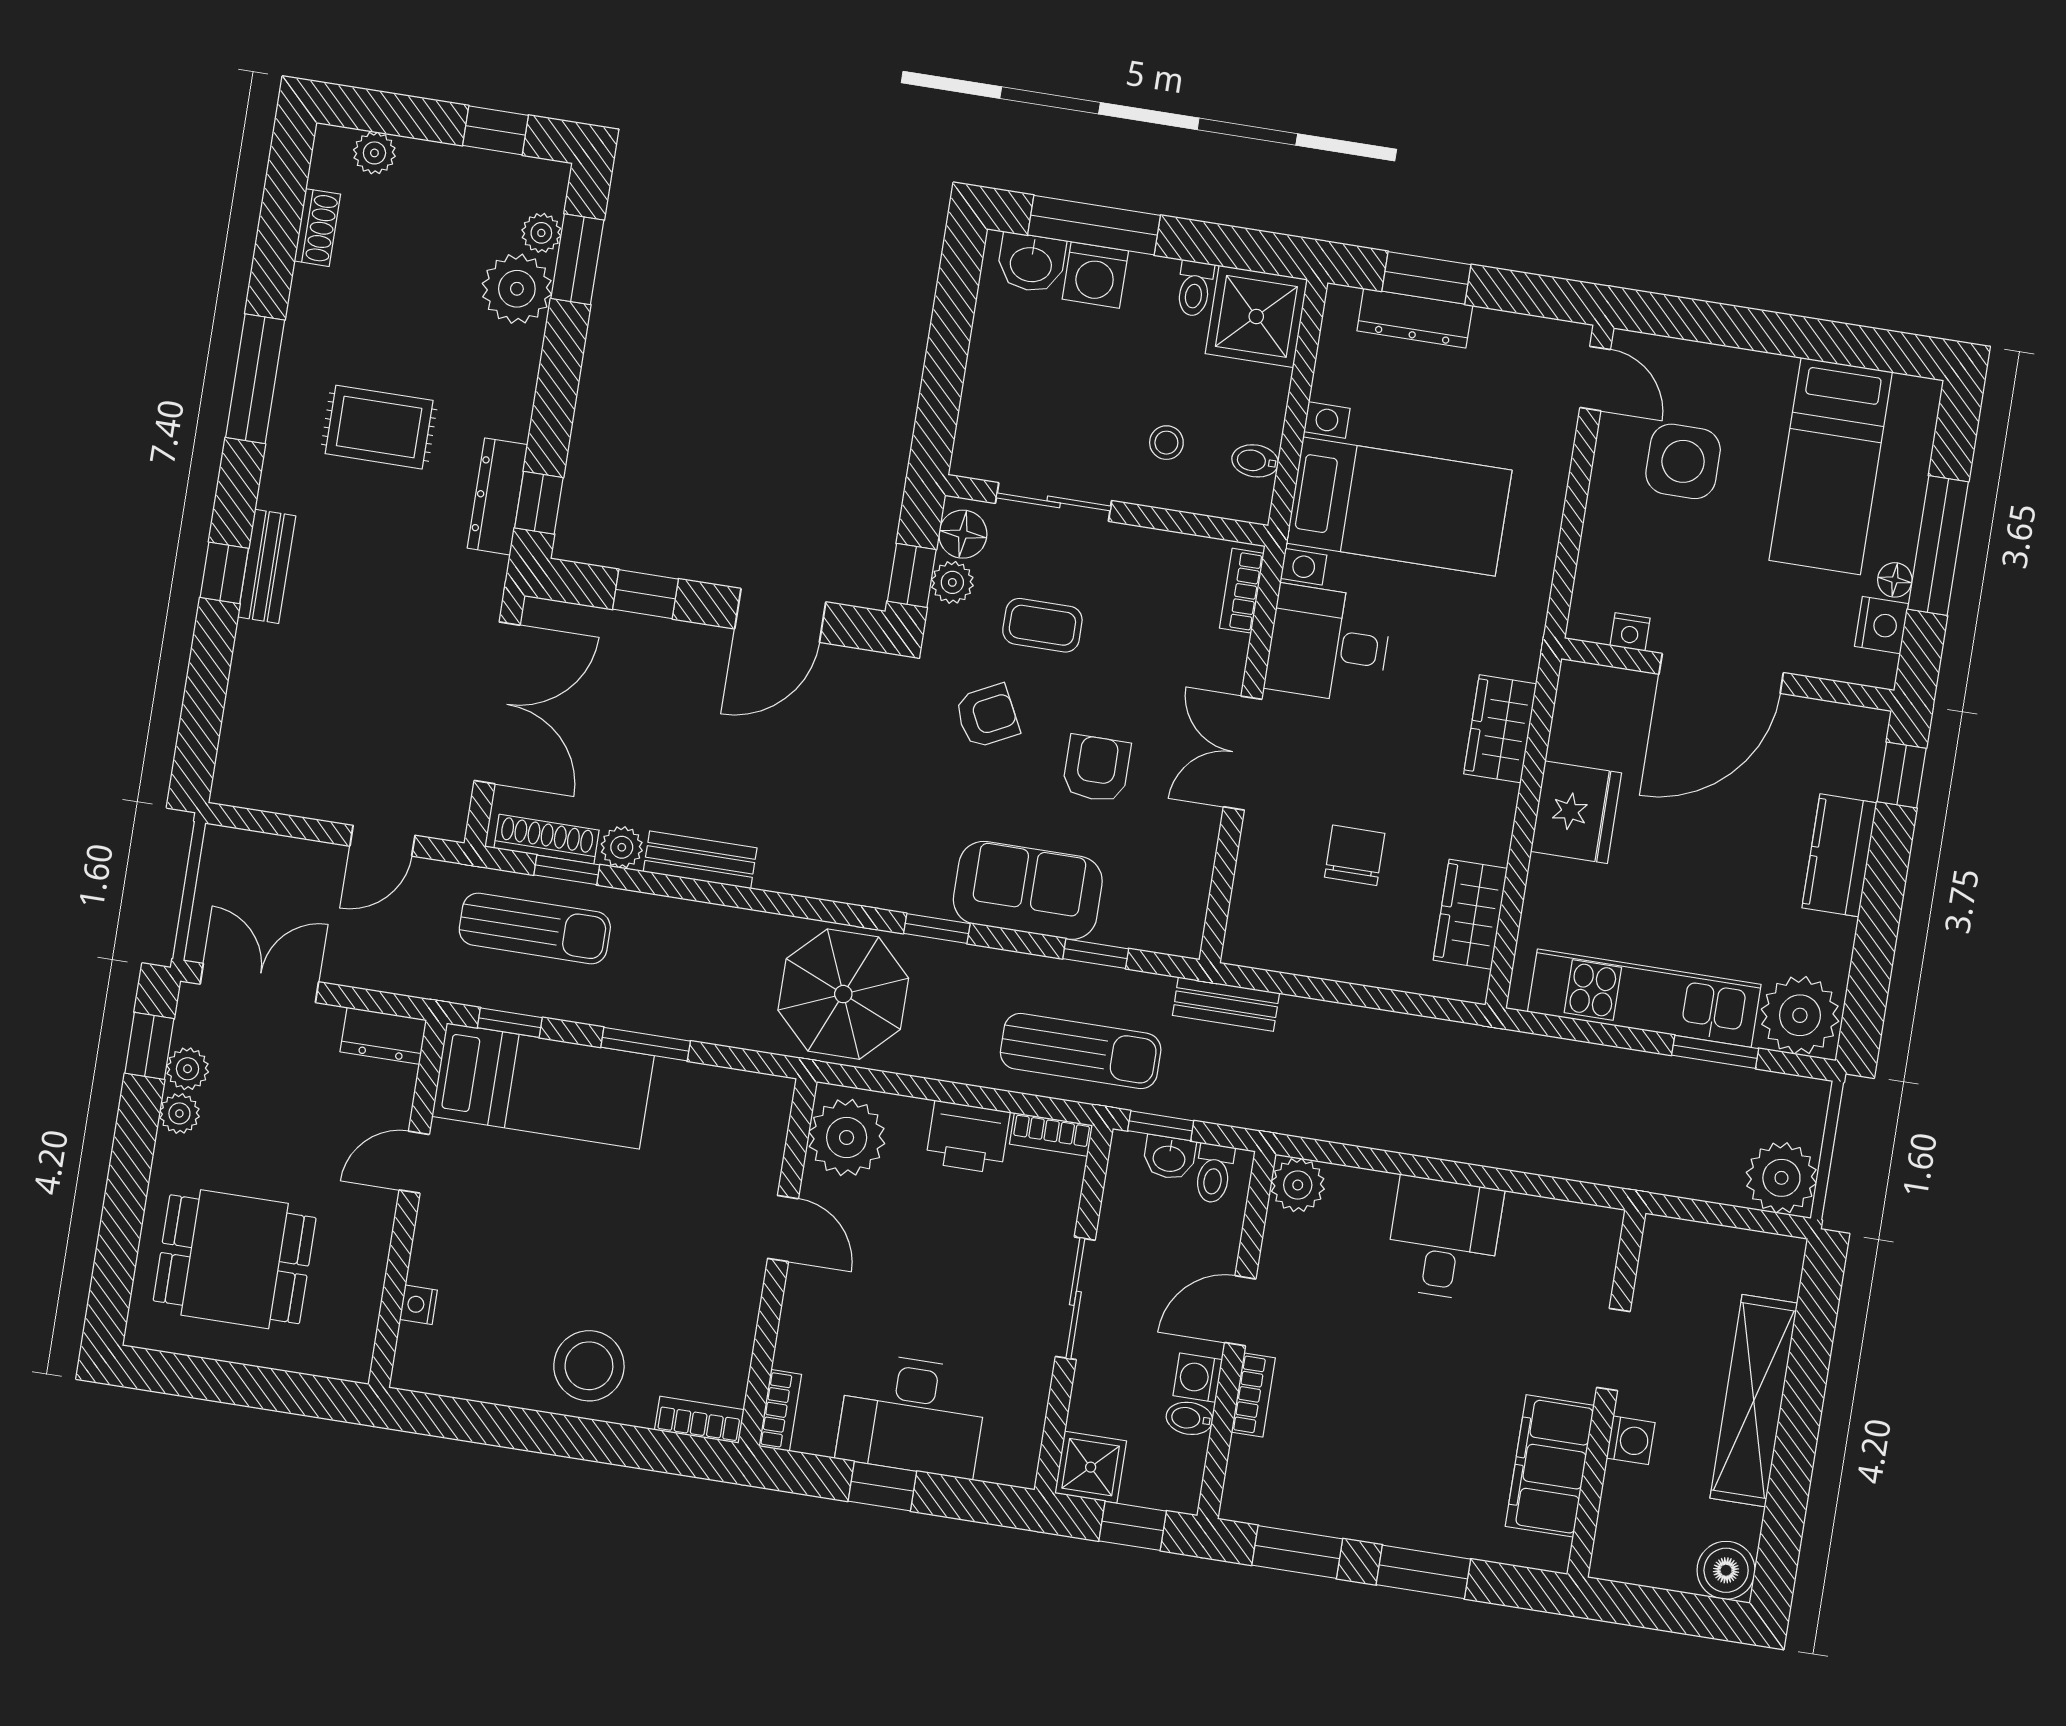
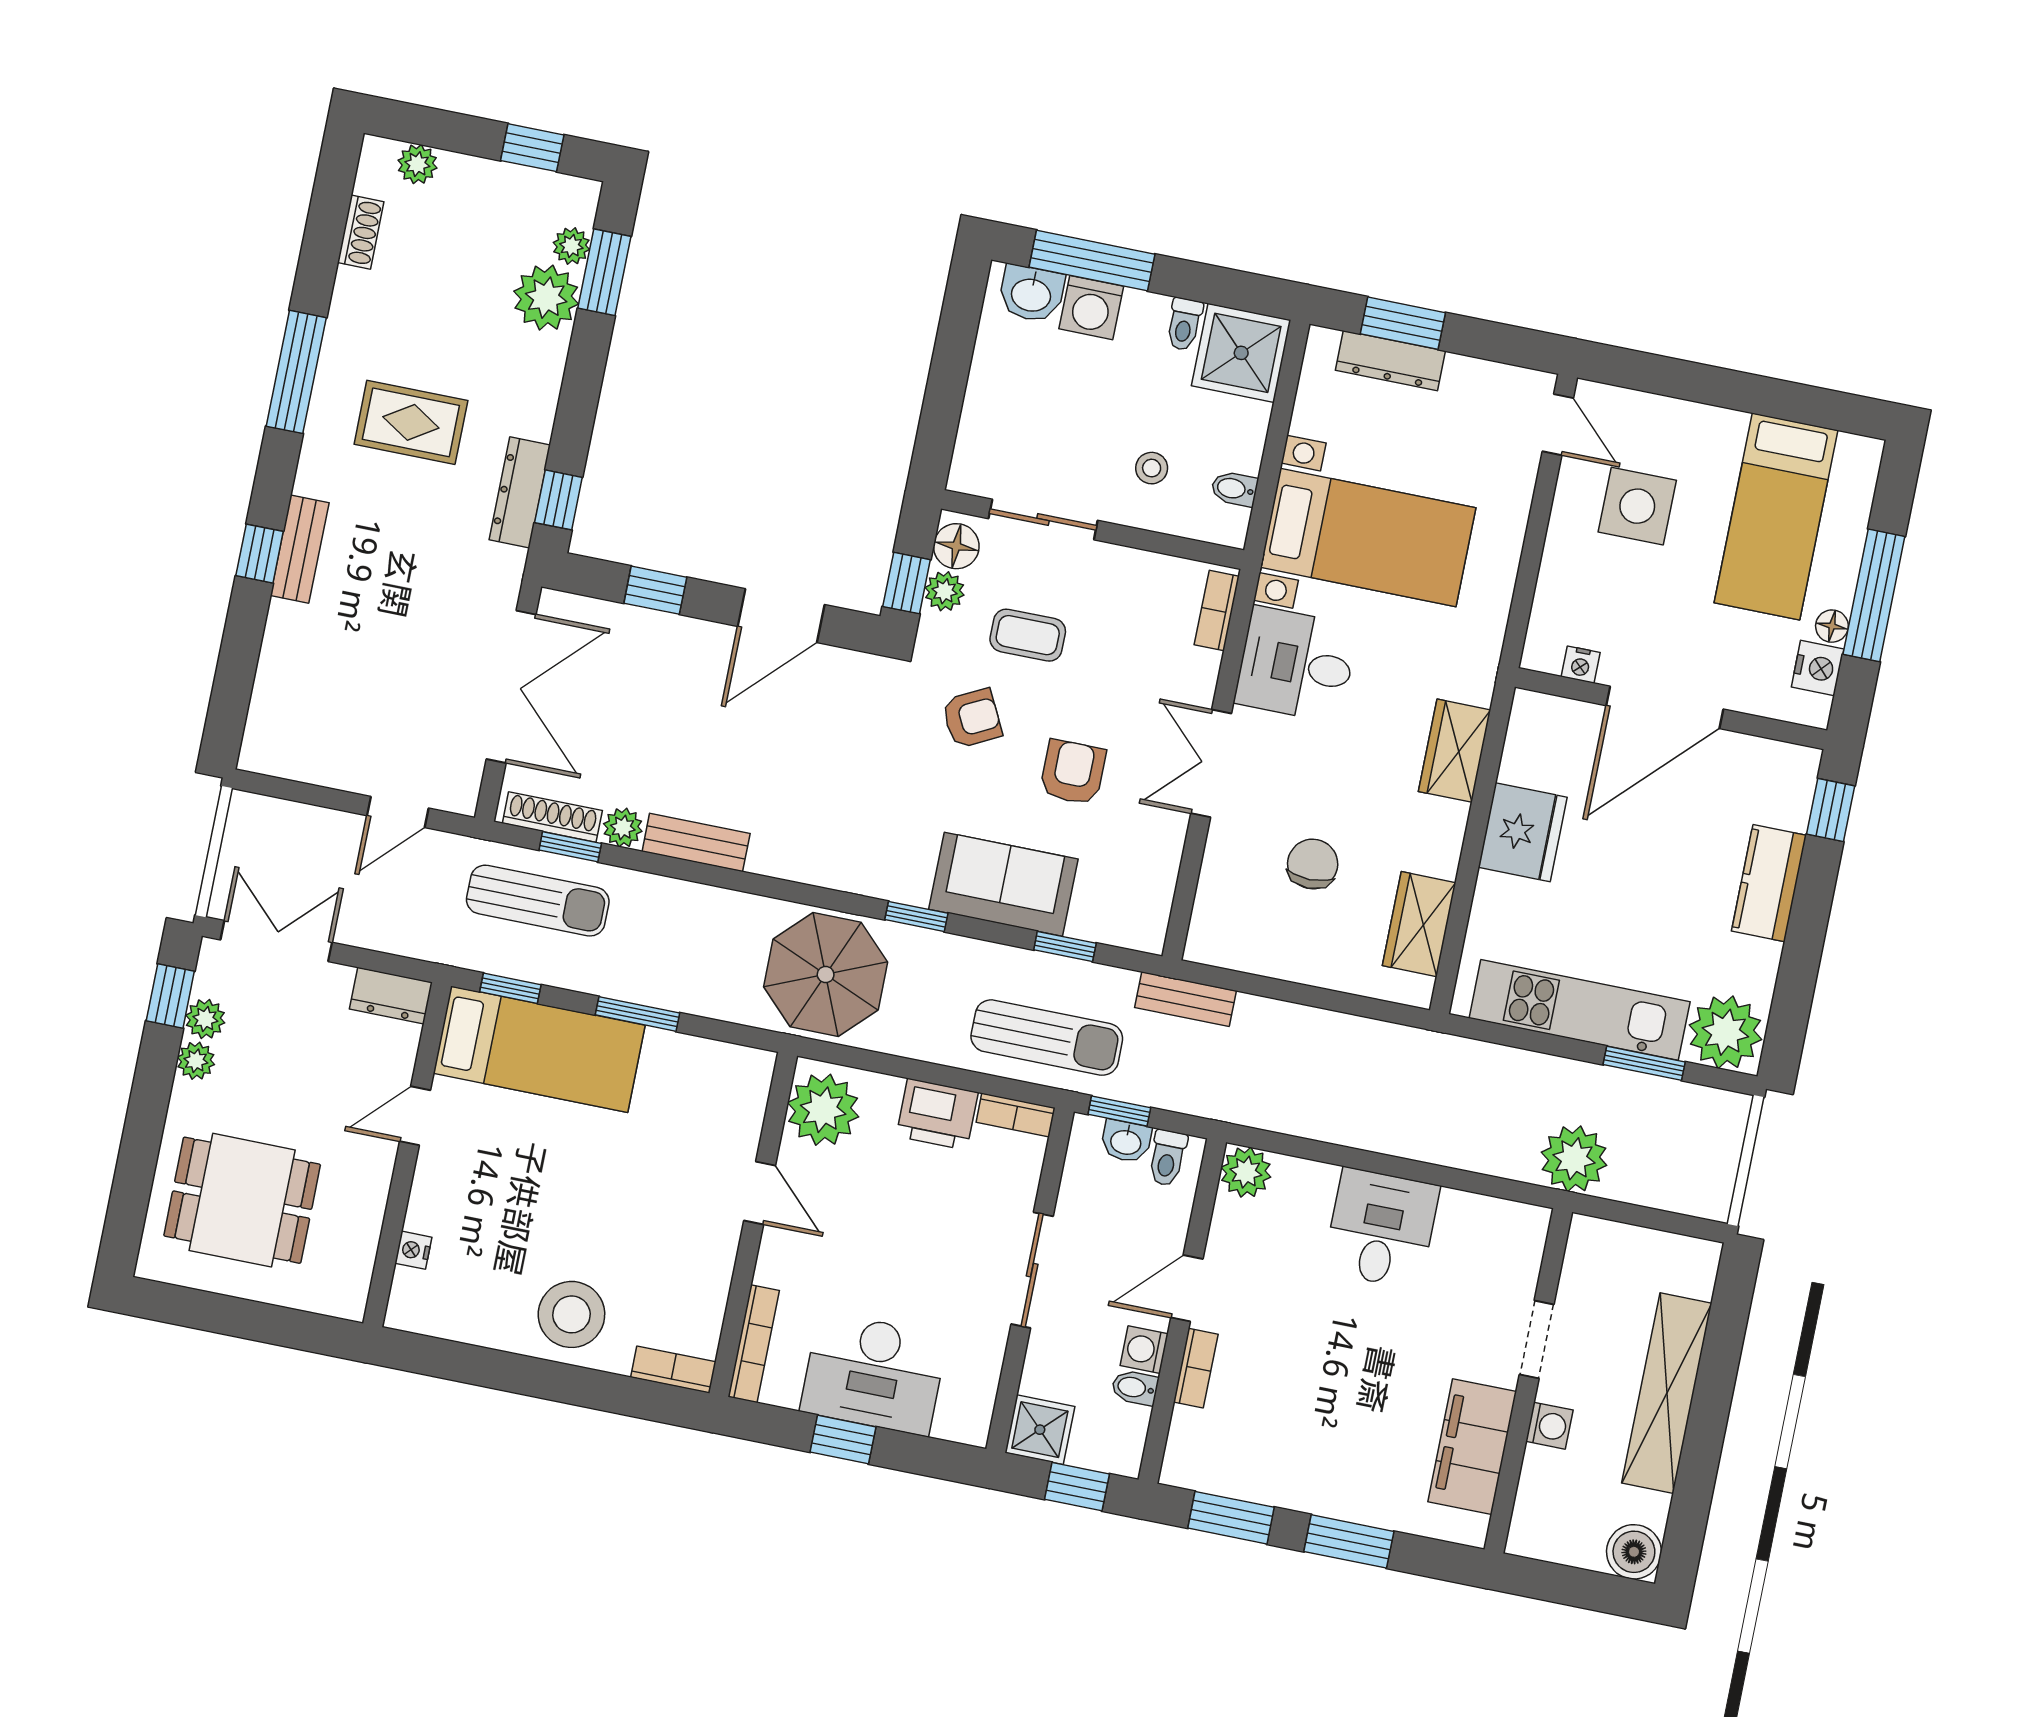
plant: (1781, 1178) -> (1574, 1159), moved
bookcase: (780, 1410) -> (754, 1344), width x1.56

